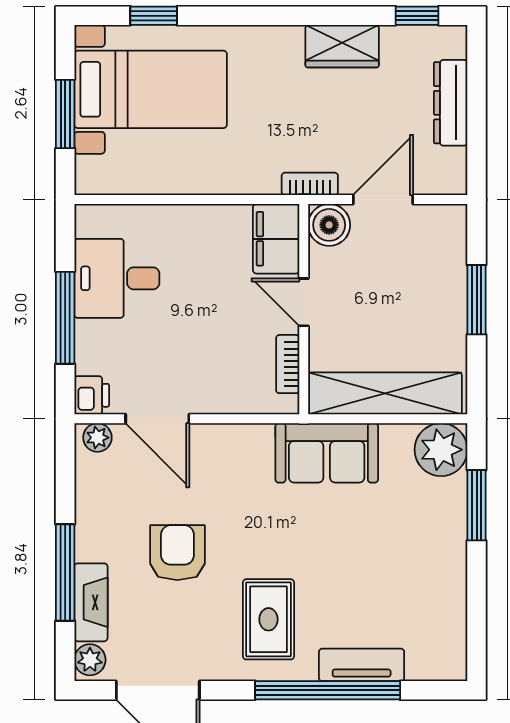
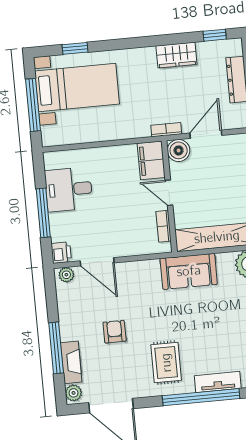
window: (65, 114) -> (33, 105), width x1.44
armchair: (177, 553) -> (115, 332), width x0.72, depth x0.72

